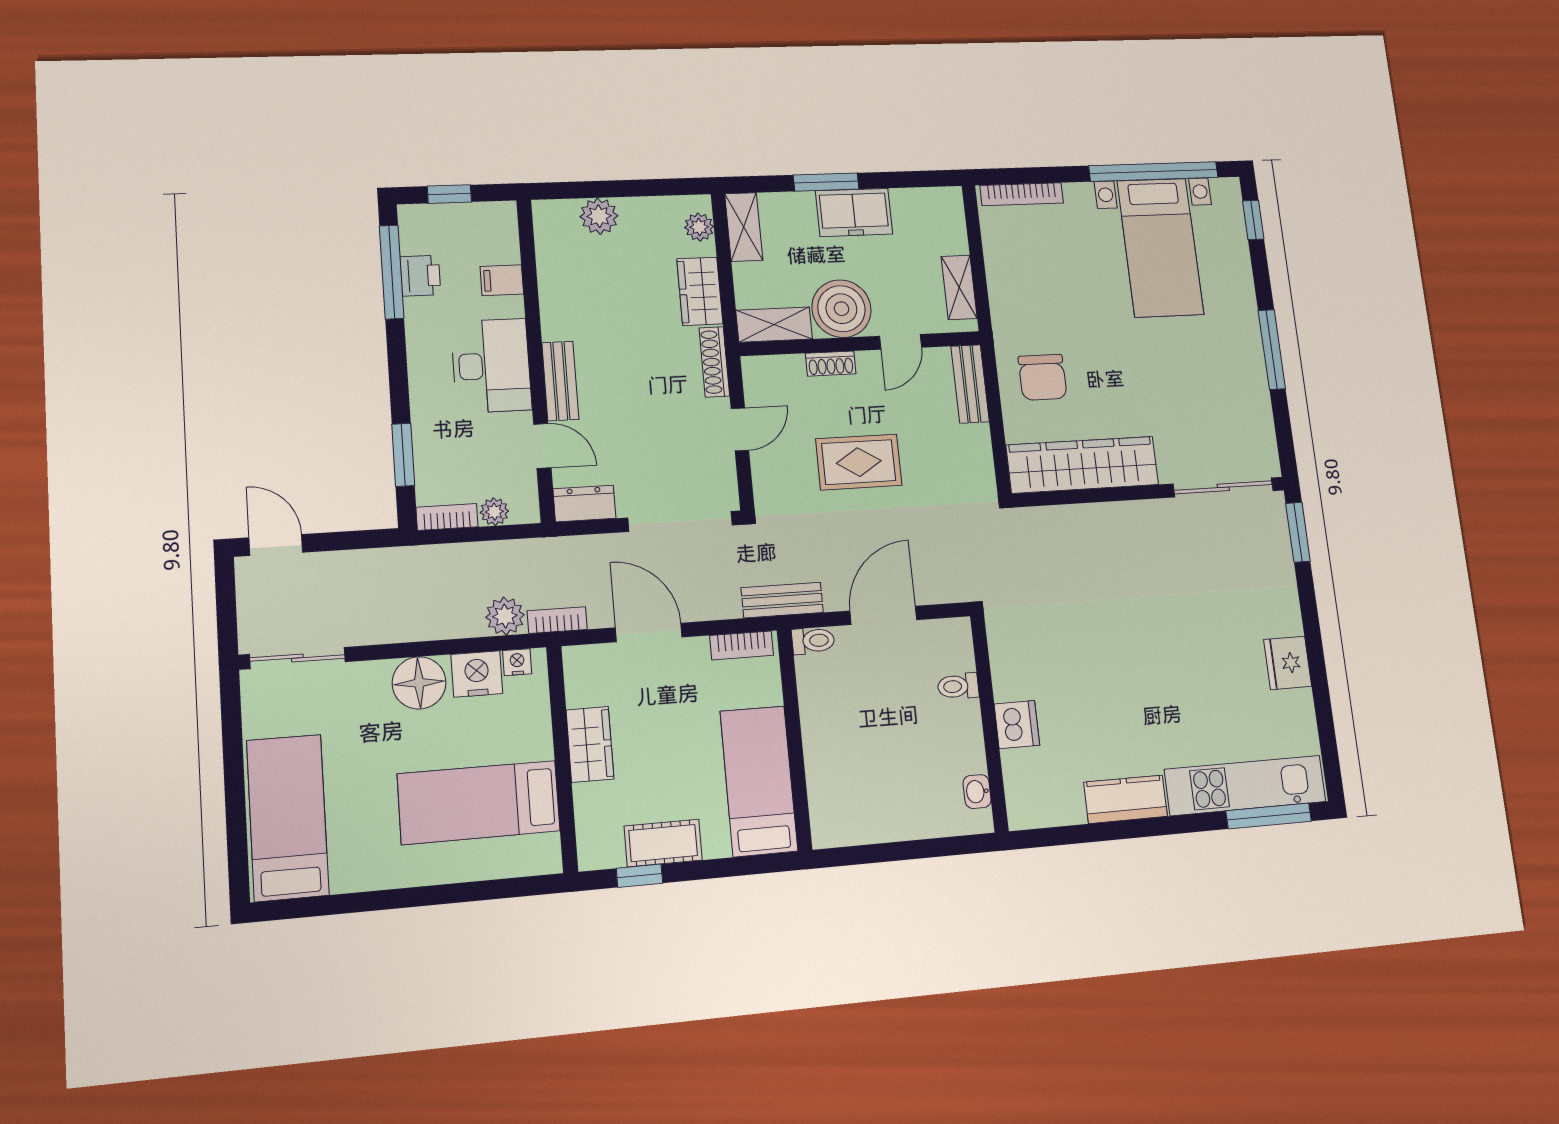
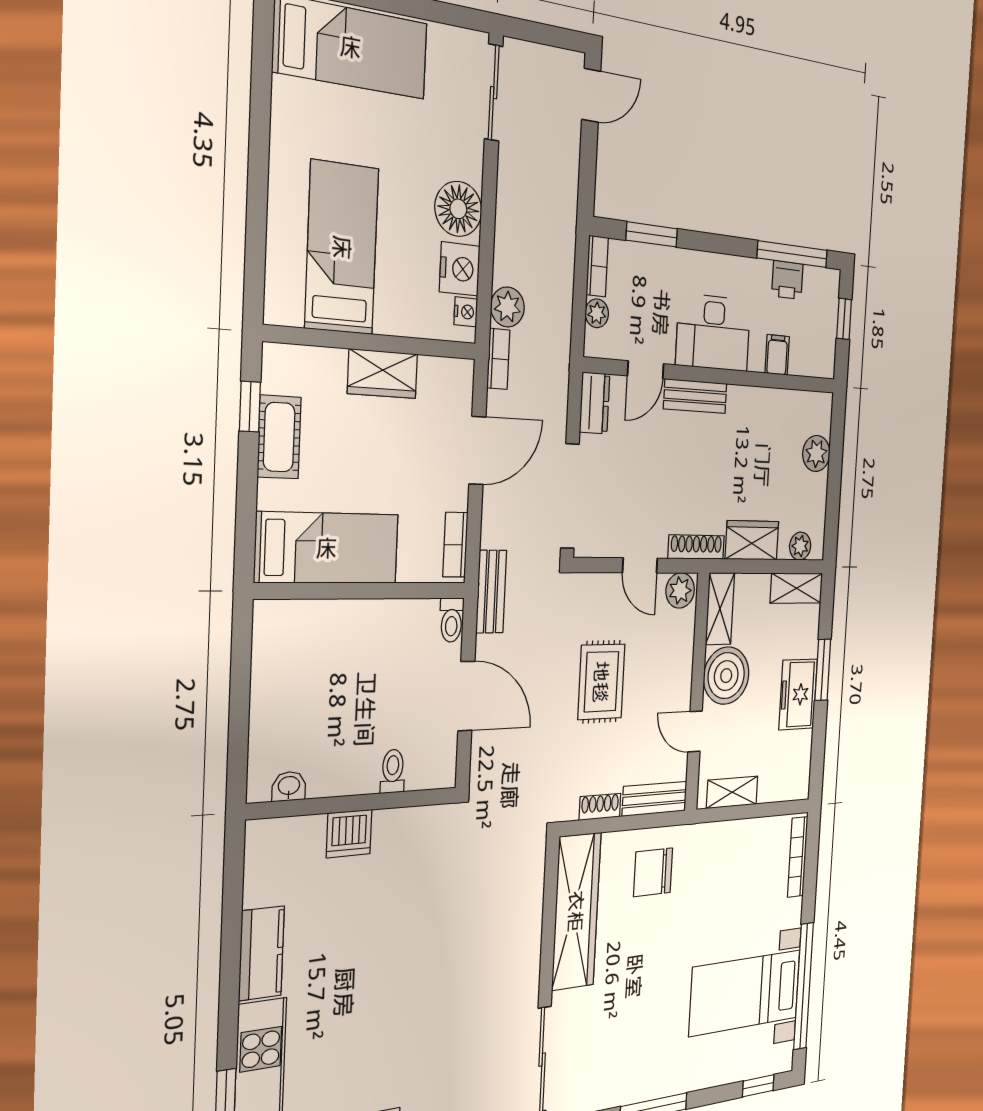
shoe rack: (831, 364) -> (600, 807), moved, turned 90
plant: (760, 377) -> (680, 590), added

